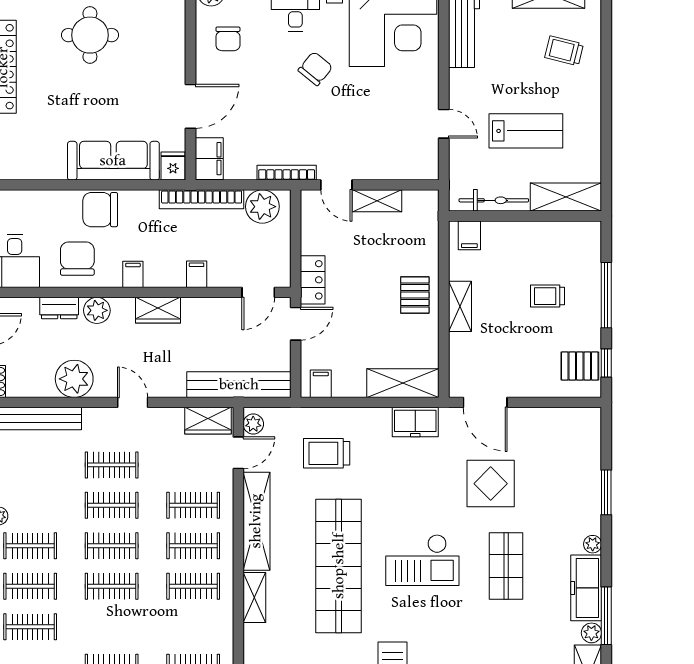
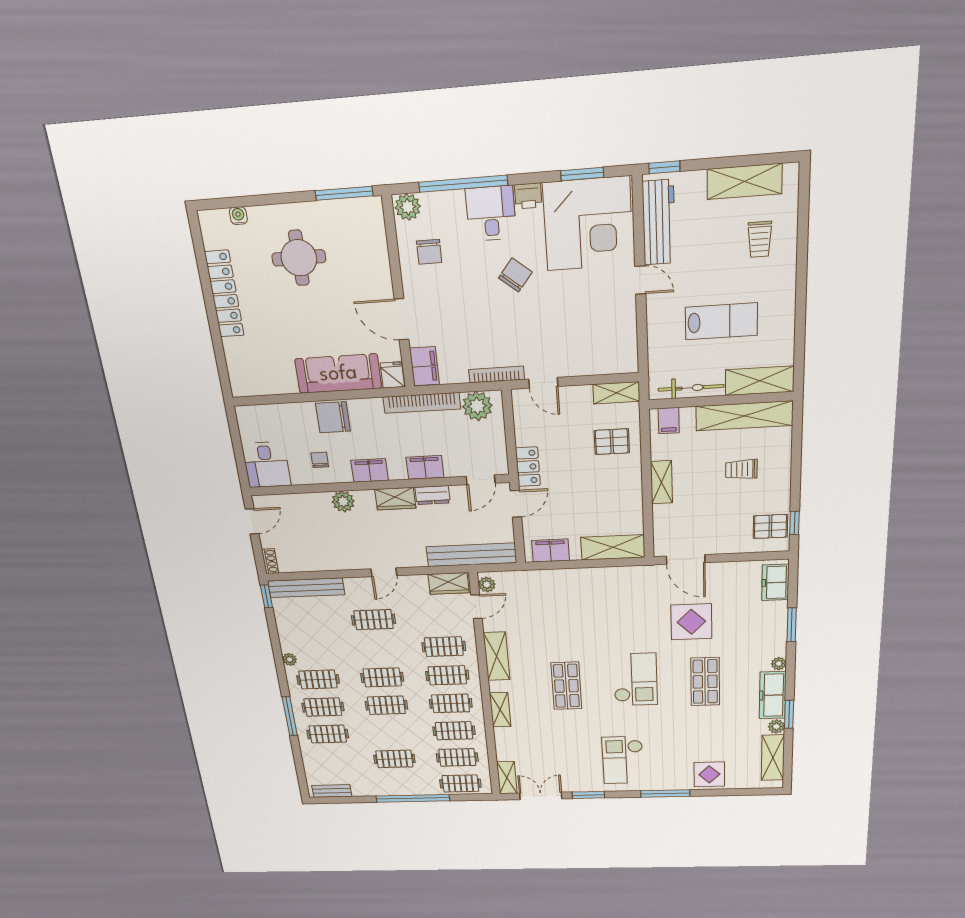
trolley: (564, 51) -> (760, 239), turned -104
door: (191, 106) -> (402, 319), swing flipped
door: (444, 124) -> (640, 280), moved
shelving: (377, 201) -> (616, 393), moved
shelving: (550, 235) -> (744, 416), added
chair: (77, 259) -> (320, 460), width x0.54, depth x0.54
filing cabinet: (133, 274) -> (370, 470), width x2.00
filing cabinet: (197, 274) -> (425, 467), width x2.00
pallet: (415, 295) -> (612, 442), moved, turned 90
window: (606, 295) -> (796, 466), removed
dresser: (59, 308) -> (433, 495), moved
plant: (74, 379) -> (333, 556), removed
filing cabinet: (321, 384) -> (551, 550), width x2.00
door: (133, 402) -> (384, 572), swing flipped
freezer: (415, 422) -> (775, 582), moved, turned 90
trolley: (327, 453) -> (551, 604), removed
clothes rail: (112, 505) -> (454, 731), moved
shelving: (256, 521) -> (497, 656), width x0.68
checkout: (422, 560) -> (635, 680), turned -90
shop shelf: (339, 566) -> (566, 686), width x0.50, depth x0.74
window: (606, 616) -> (789, 714), width x0.69

